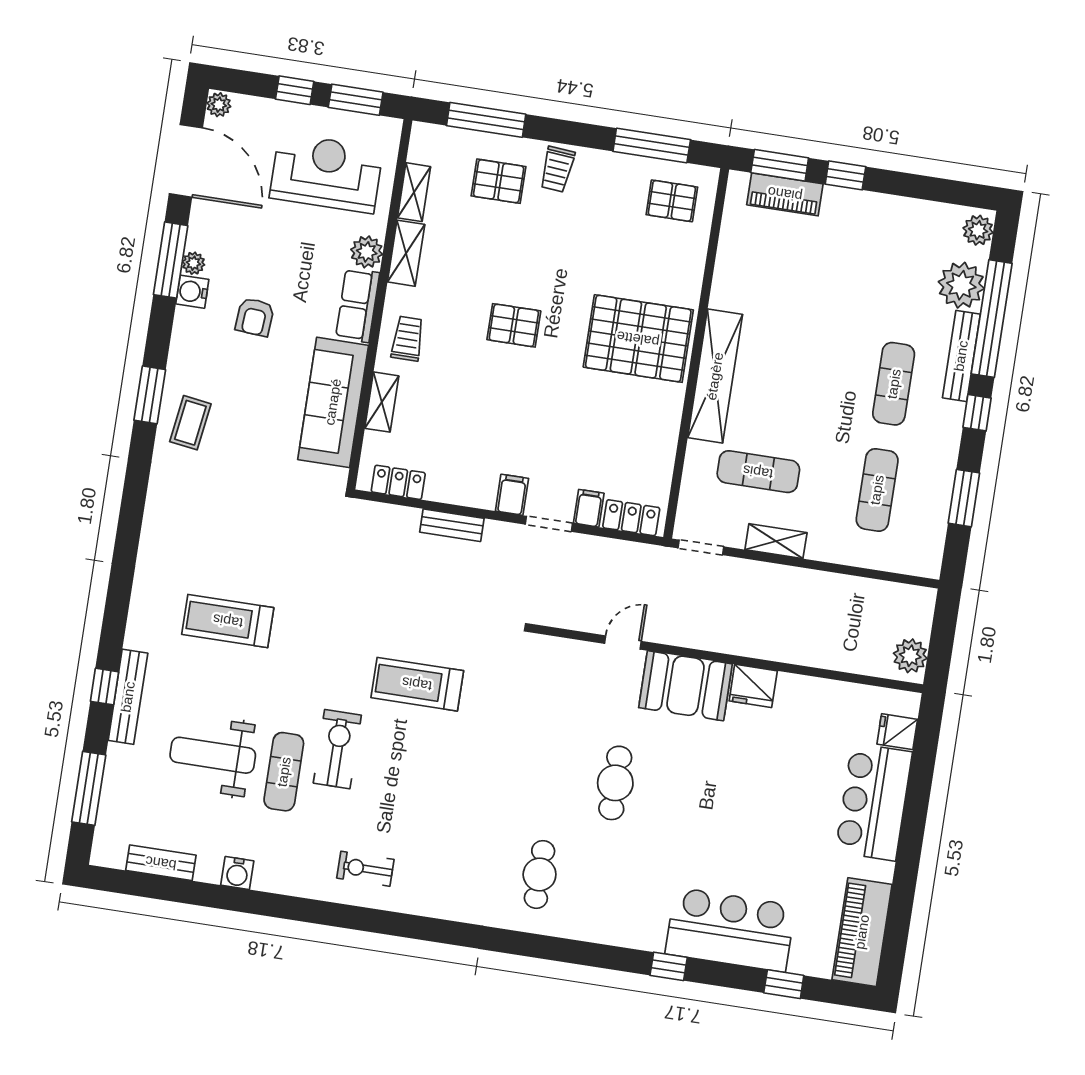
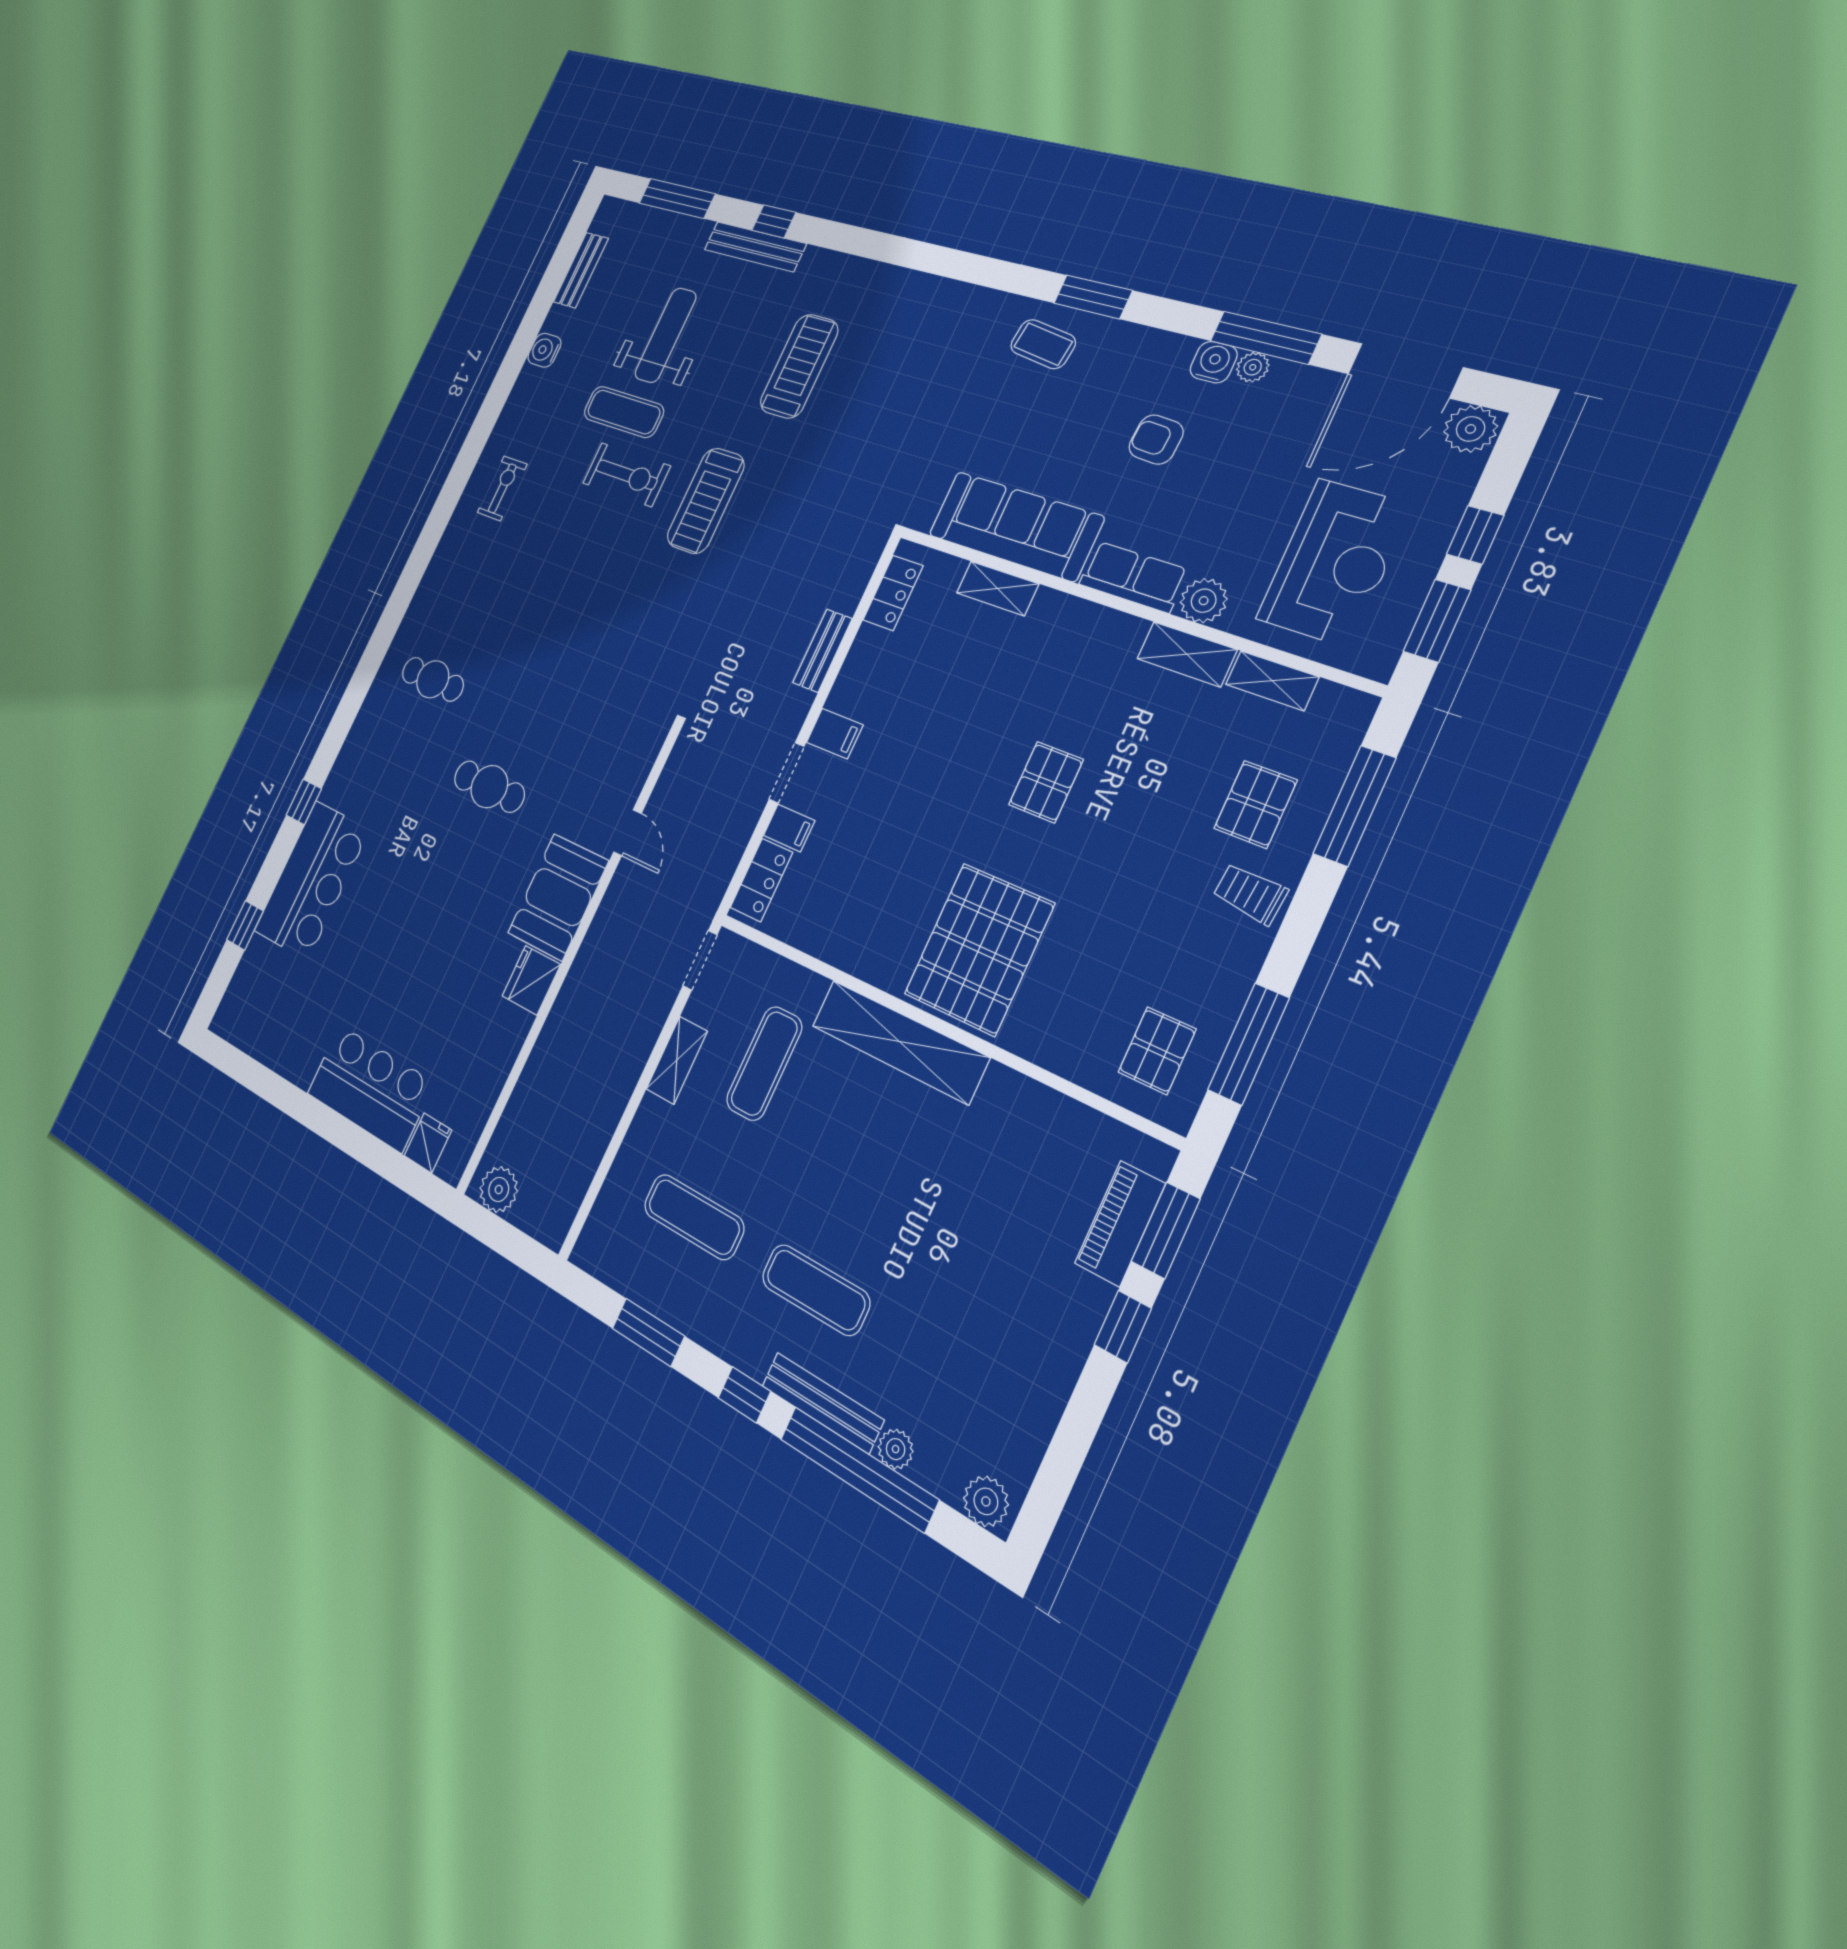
plant: (219, 105) -> (1471, 429), width x1.38, depth x1.38
plant: (961, 285) -> (896, 1449), width x0.53, depth x0.53
trolley: (408, 339) -> (1070, 636), removed
treadmill: (417, 684) -> (706, 501), moved, turned 180
piano: (862, 932) -> (259, 1030), removed

